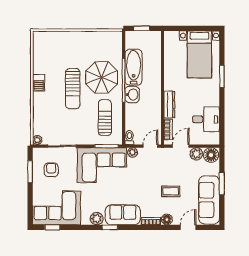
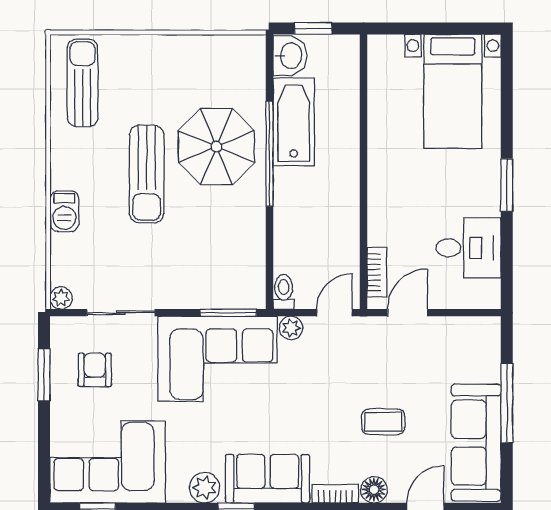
window: (222, 76) -> (507, 185), moved
barbecue: (39, 83) -> (64, 211), moved
washbasin: (132, 95) -> (290, 56), moved
dresser: (169, 105) -> (380, 212), removed
sun lounger: (105, 118) -> (83, 83), moved
plant: (196, 154) -> (445, 331), removed
floor lamp: (211, 155) -> (481, 334), removed
window: (222, 184) -> (507, 403), width x1.44

